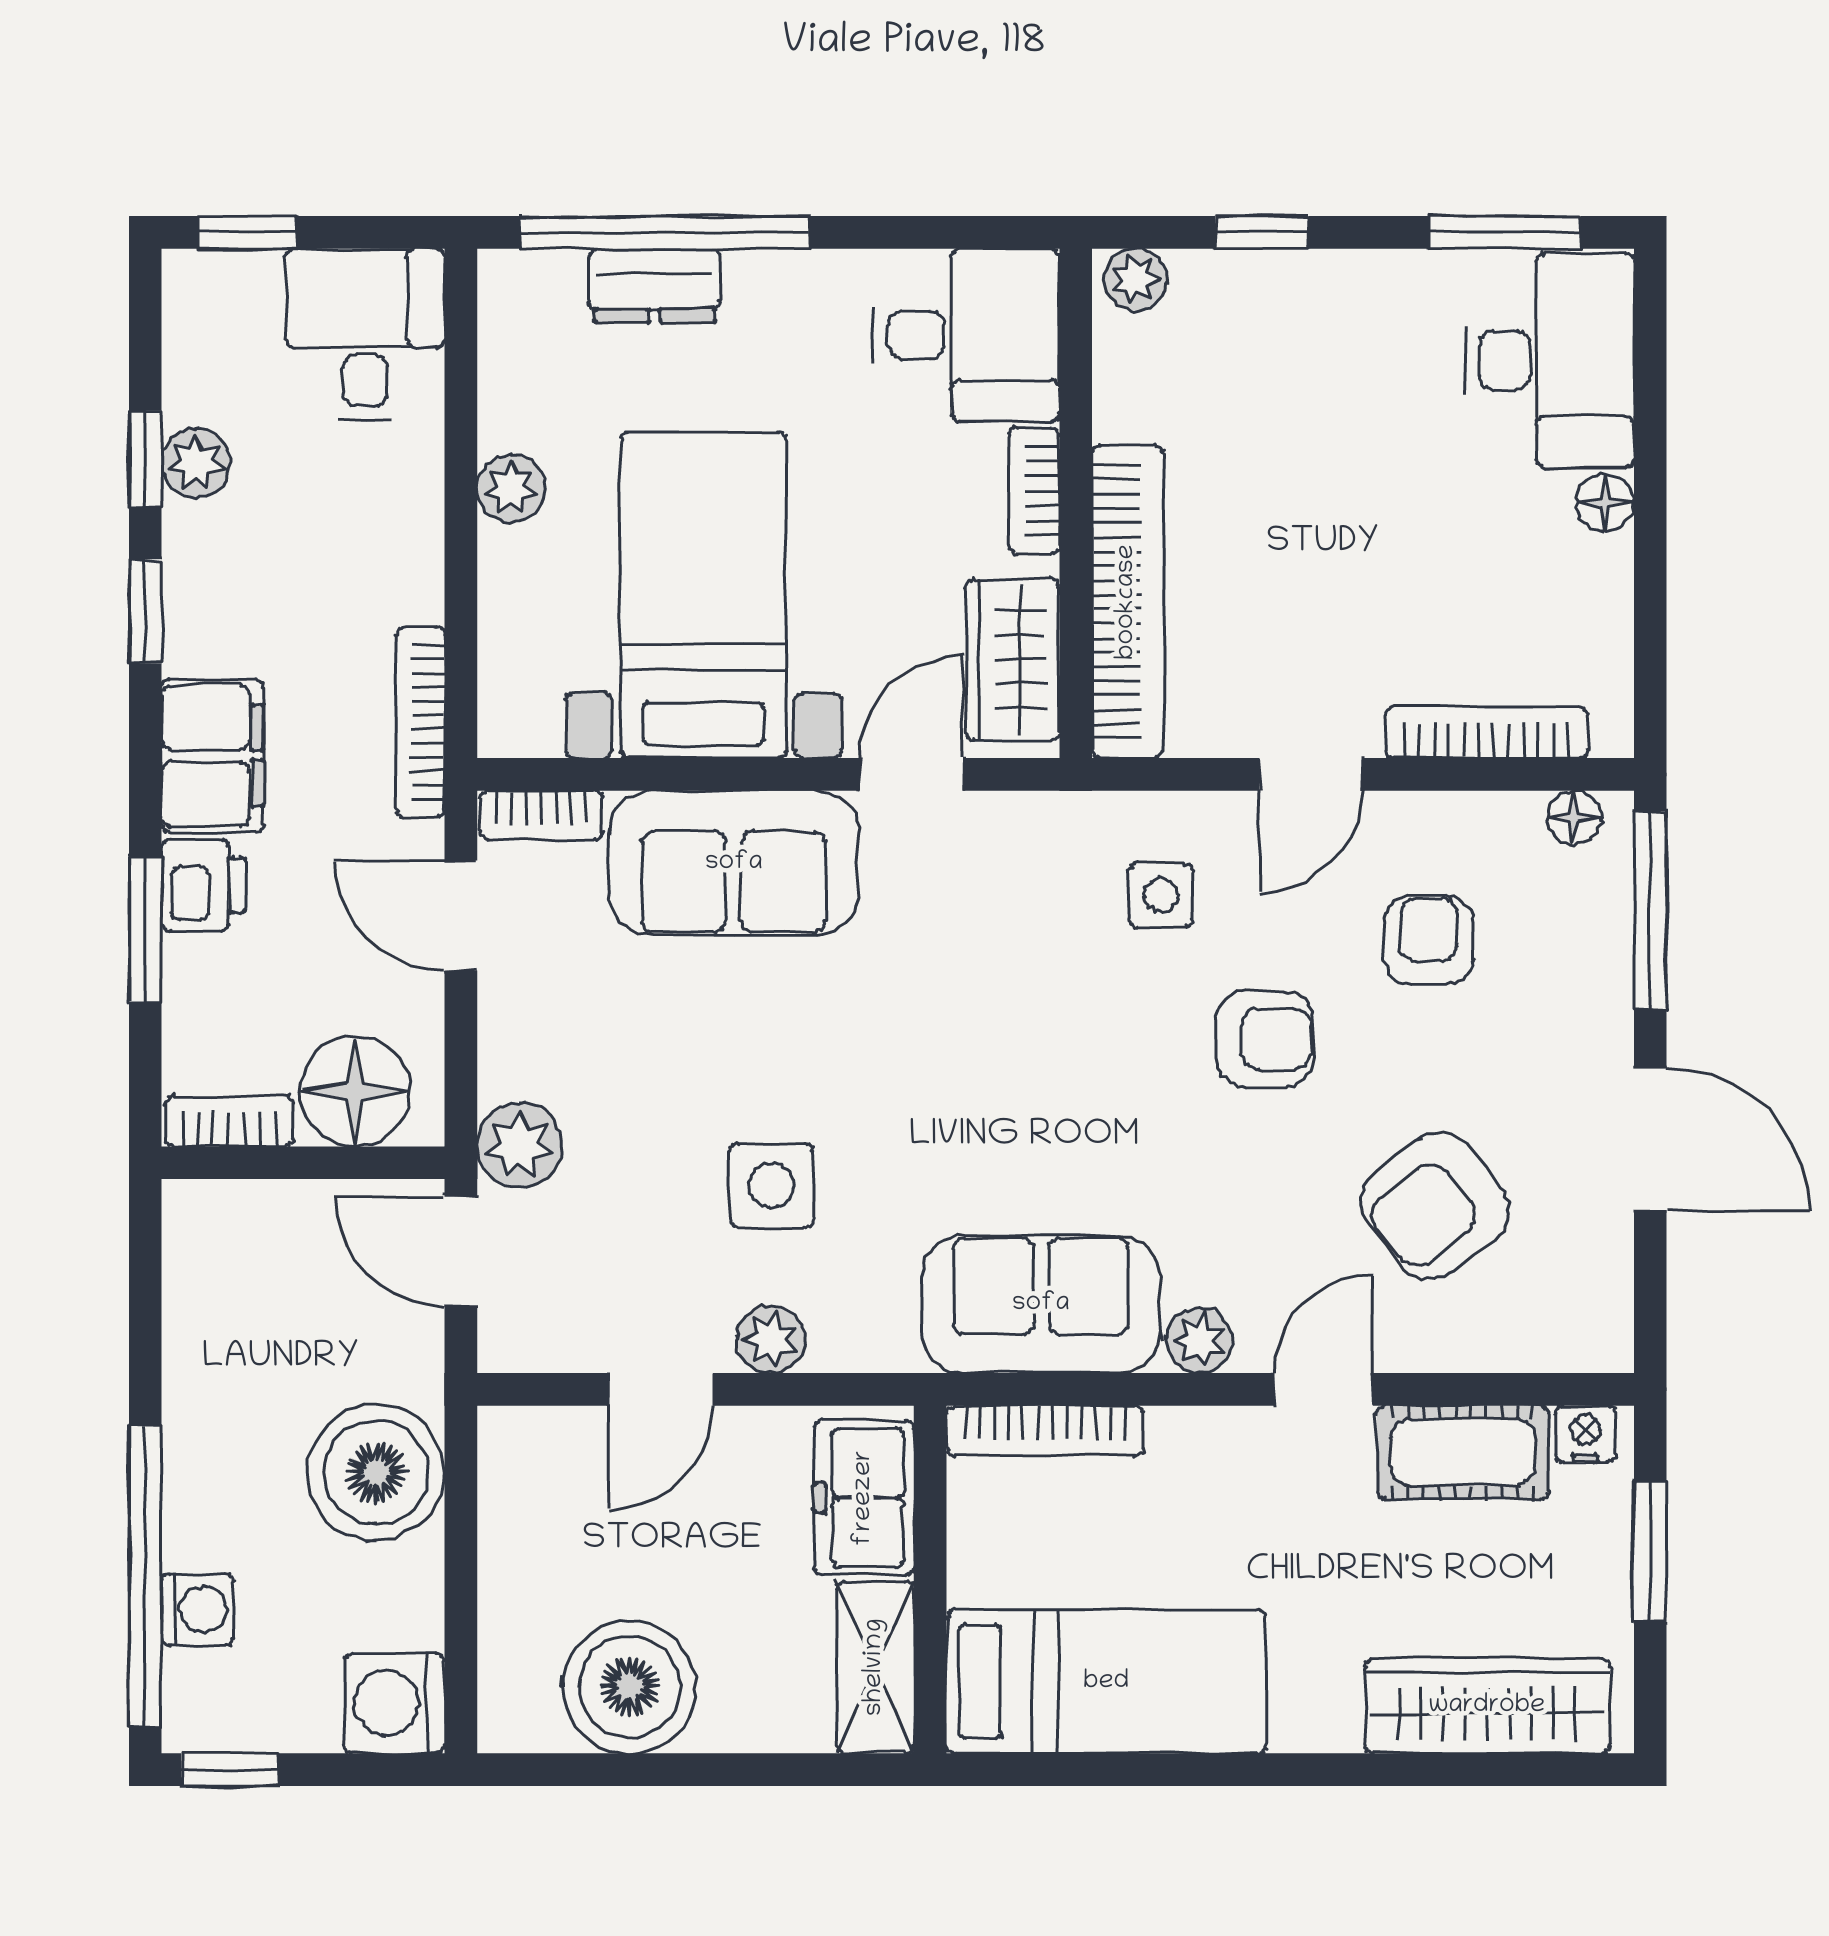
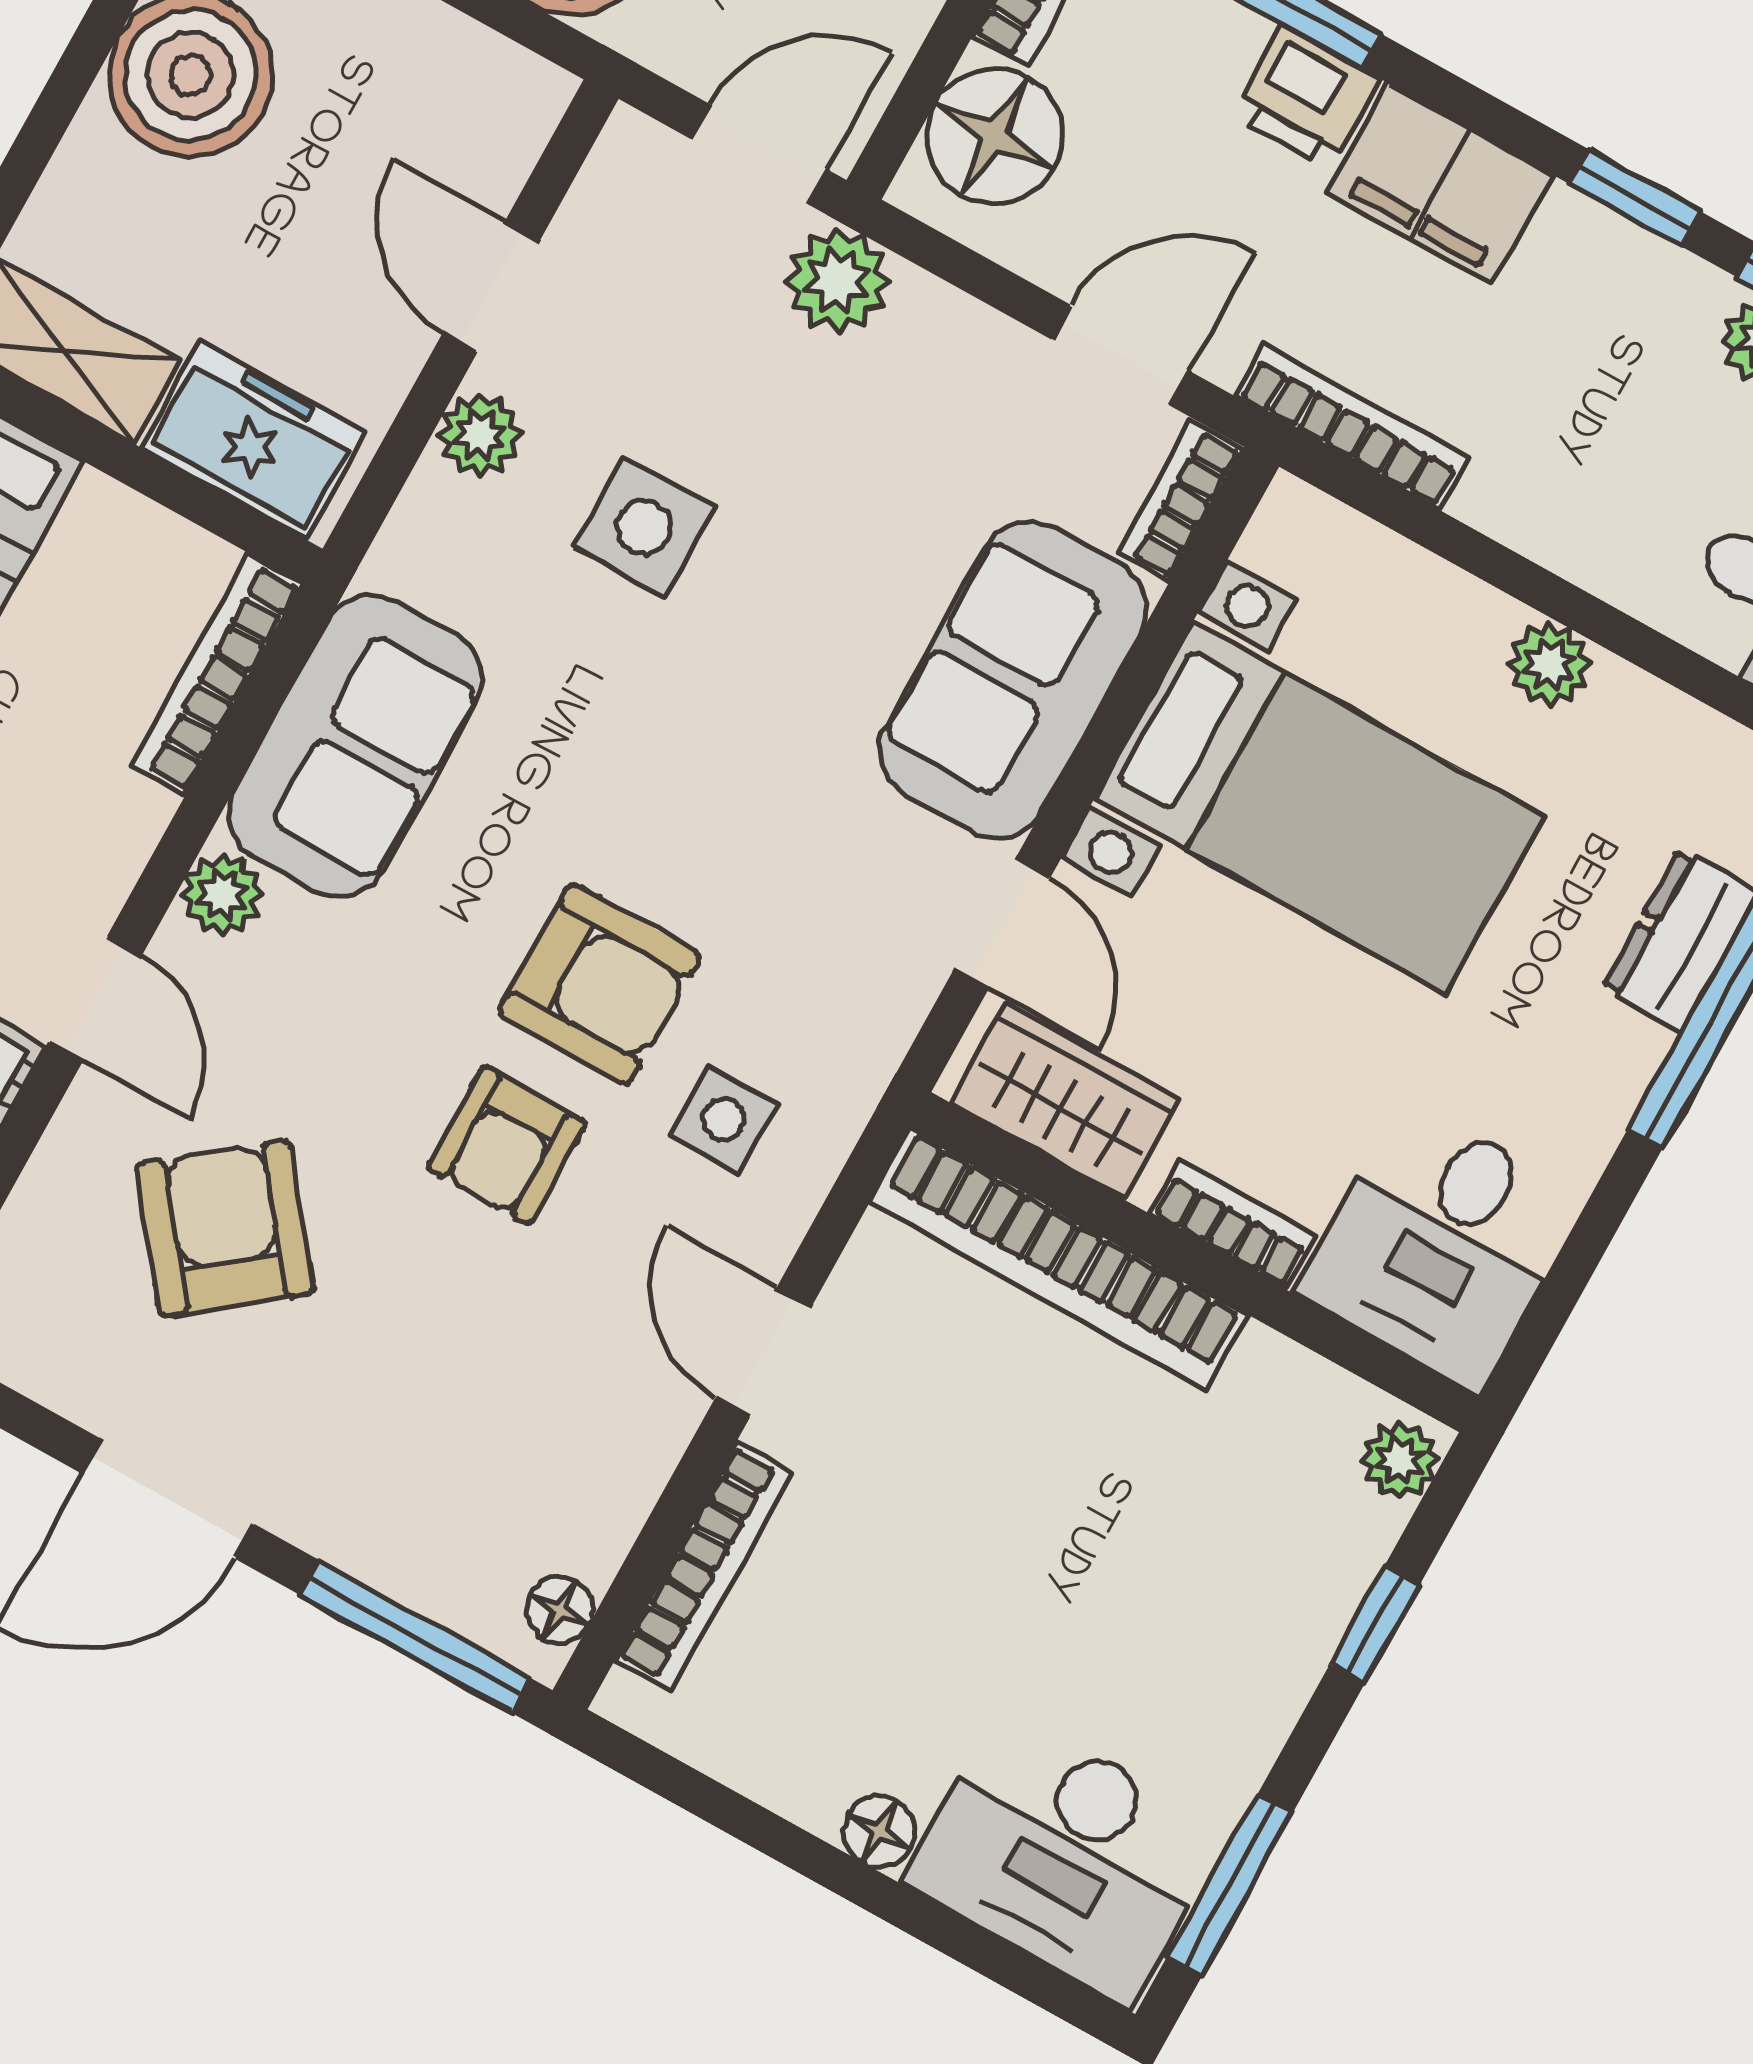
armchair: (1429, 941) -> (599, 984), moved, width x1.38, depth x1.38

